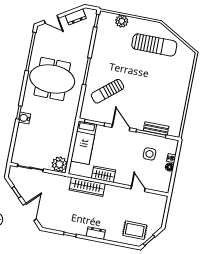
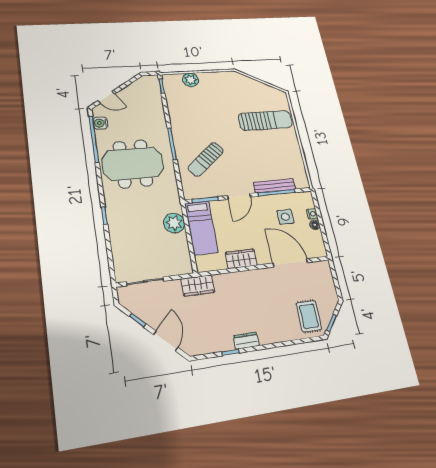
dresser: (76, 17) -> (135, 88), removed
sun lounger: (154, 45) -> (265, 121), moved
water cooler: (24, 118) -> (100, 123), moved
door: (121, 128) -> (239, 196), swing flipped
bench: (156, 128) -> (274, 186), width x1.36
plant: (59, 164) -> (174, 223), moved
wardrobe: (87, 187) -> (198, 286), moved, width x0.67
door: (138, 189) -> (290, 263), width x1.87
rug: (135, 230) -> (309, 316), turned 90
dresser: (96, 233) -> (246, 341), moved

